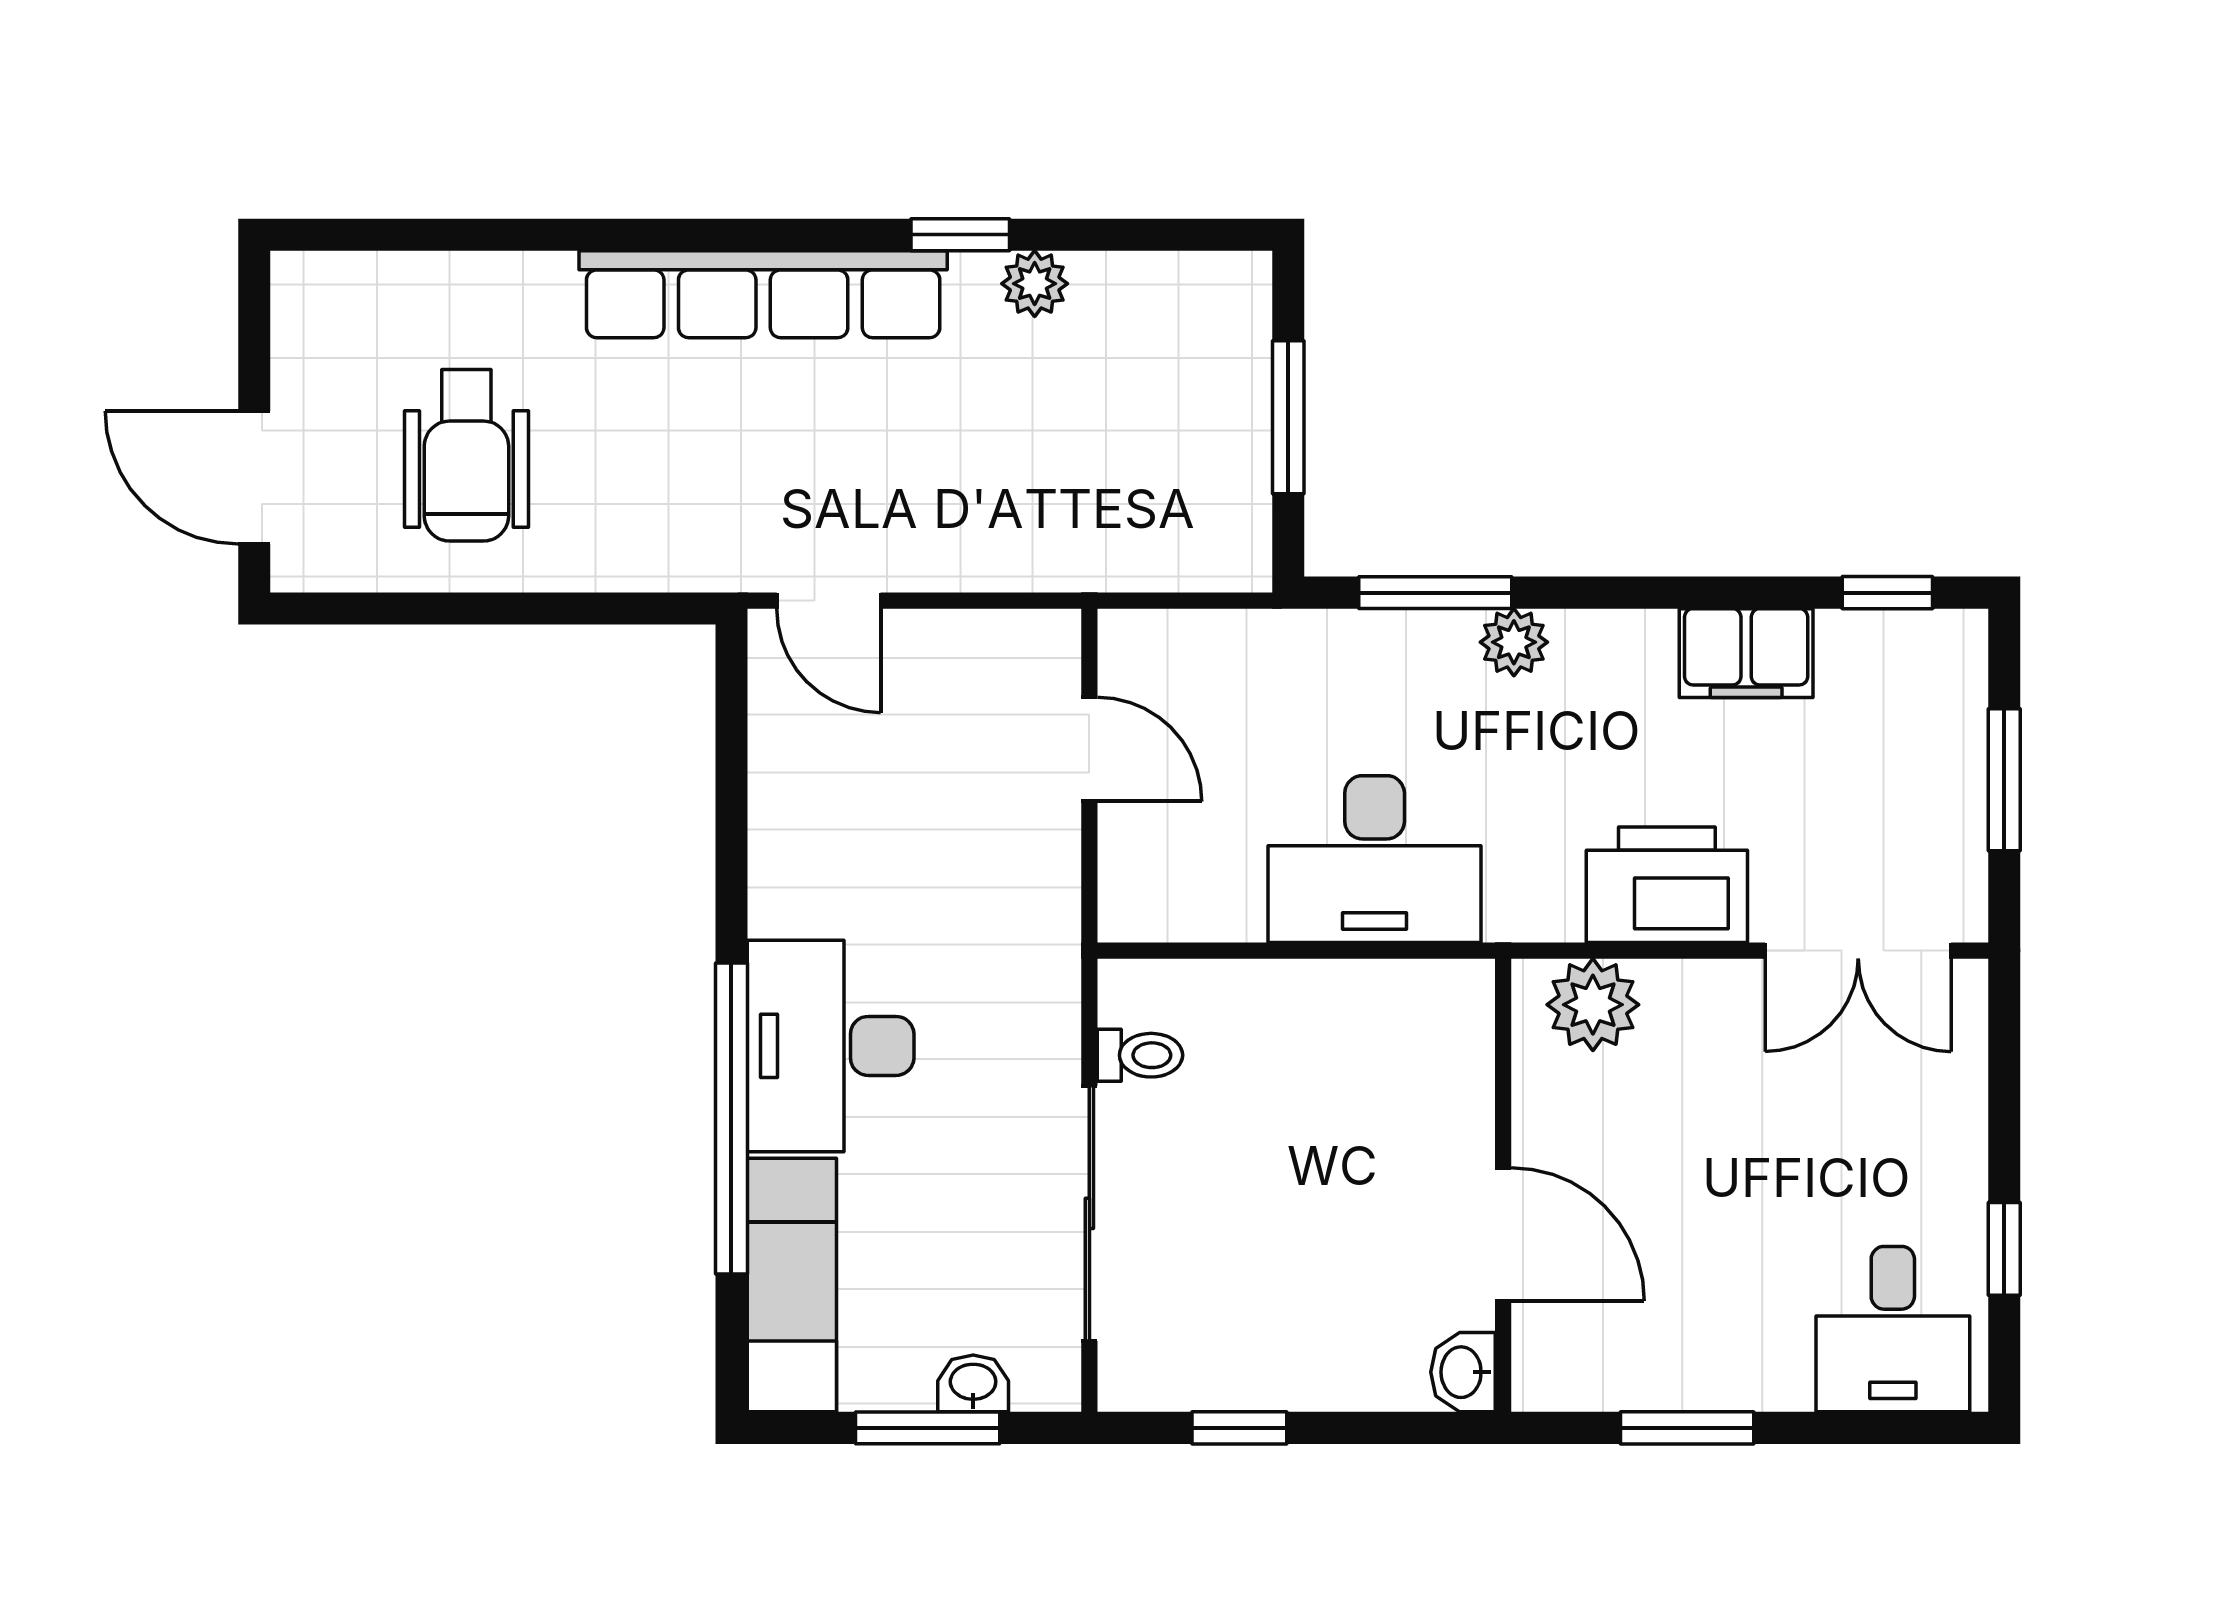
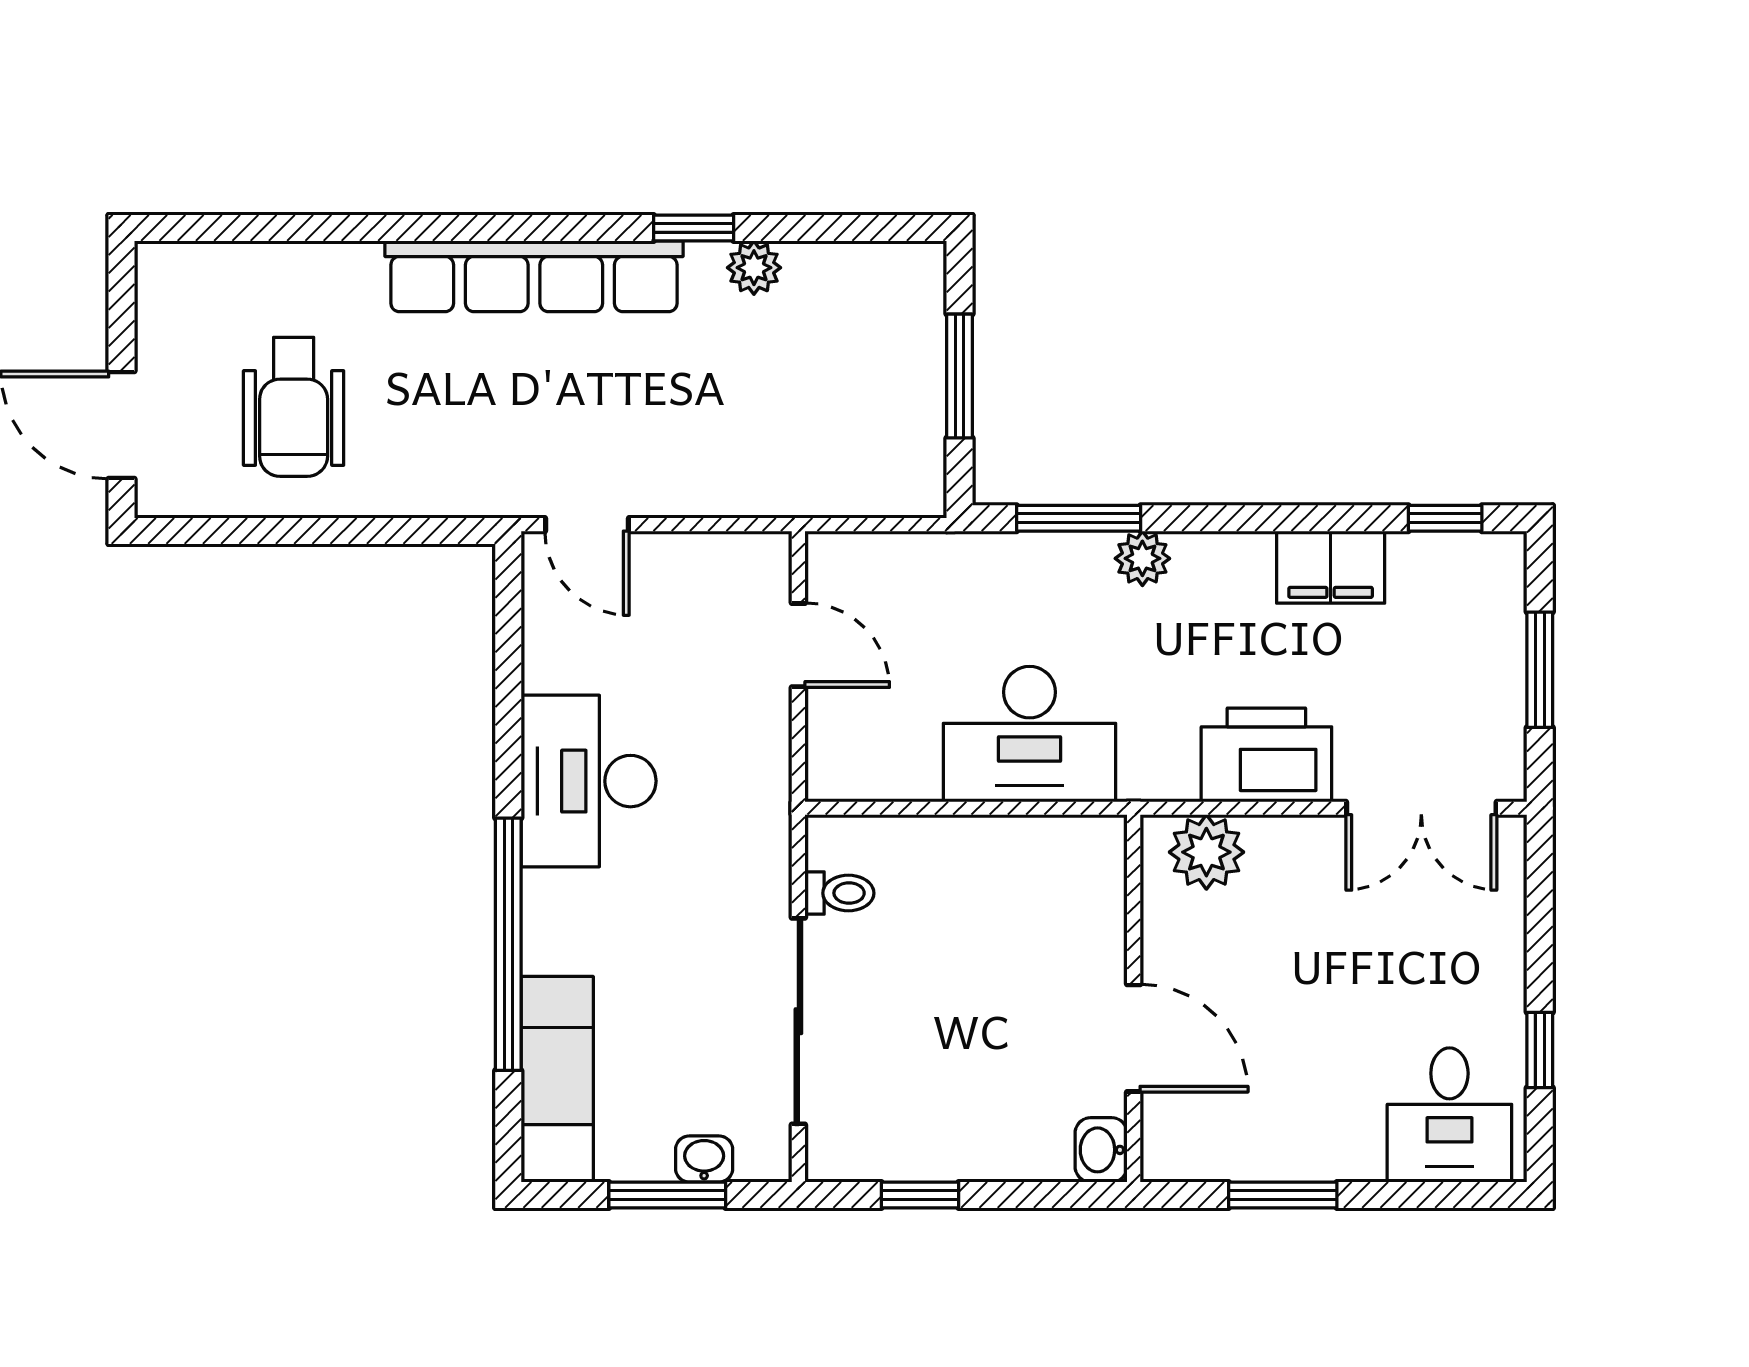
desk: (831, 1046) -> (589, 781), moved

